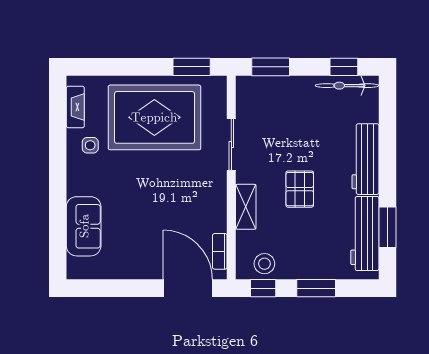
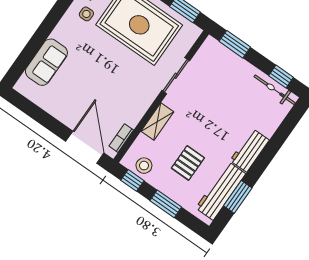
workbench: (365, 159) -> (250, 150), width x0.73
pallet: (300, 189) -> (188, 163), moved

